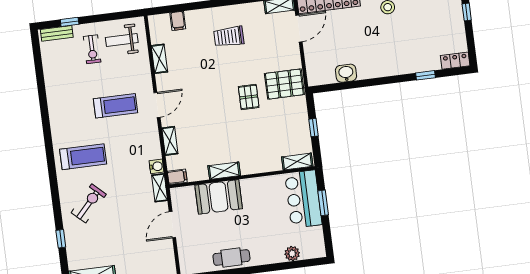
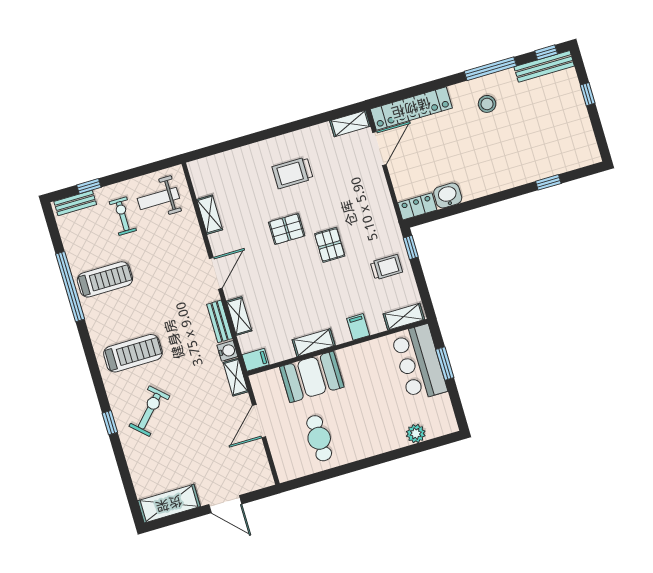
filing cabinet: (178, 21) -> (358, 327), moved, turned 180
exercise bike: (92, 49) -> (123, 216), turned 180
locker: (455, 61) -> (417, 206), moved
pallet: (284, 84) -> (287, 229), moved, width x0.67, depth x0.71
window: (43, 97) -> (70, 287), added
treadmill: (115, 106) -> (105, 279), moved
trolley: (290, 121) -> (386, 267), added
window: (314, 128) -> (411, 247), moved
bench: (154, 143) -> (220, 321), added
window: (61, 239) -> (110, 423), moved
cafe table: (231, 258) -> (319, 438), moved, turned 90

